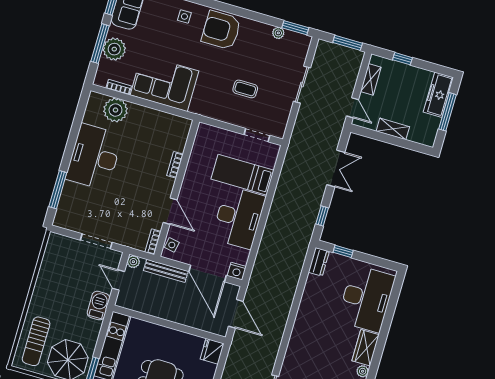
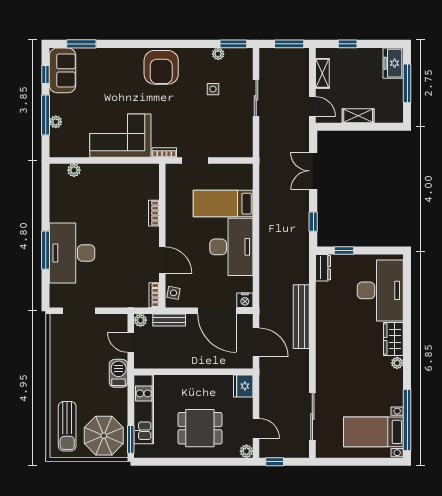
side table: (184, 16) -> (213, 89), moved
armchair: (221, 30) -> (161, 67), turned -90
plant: (114, 49) -> (56, 122), width x0.53, depth x0.53
bookcase: (119, 87) -> (164, 152), moved
coffee table: (245, 89) -> (201, 118), removed
freezer: (438, 95) -> (393, 63), width x0.71
plant: (115, 110) -> (74, 170), width x0.53, depth x0.53
doorway: (257, 135) -> (195, 160), moved
desk: (94, 157) -> (72, 253), moved
double door: (336, 168) -> (313, 171), swing flipped
window: (58, 190) -> (46, 250), moved
doorway: (96, 241) -> (79, 311), moved
bench: (166, 271) -> (169, 320), width x0.73
bench: (285, 302) -> (301, 317), added

